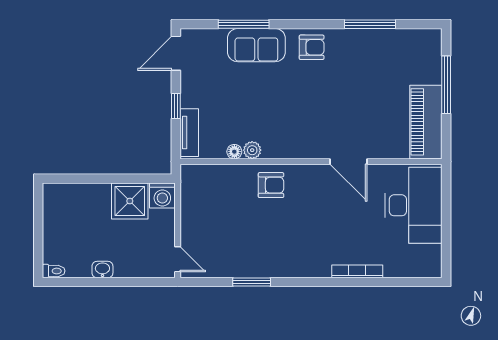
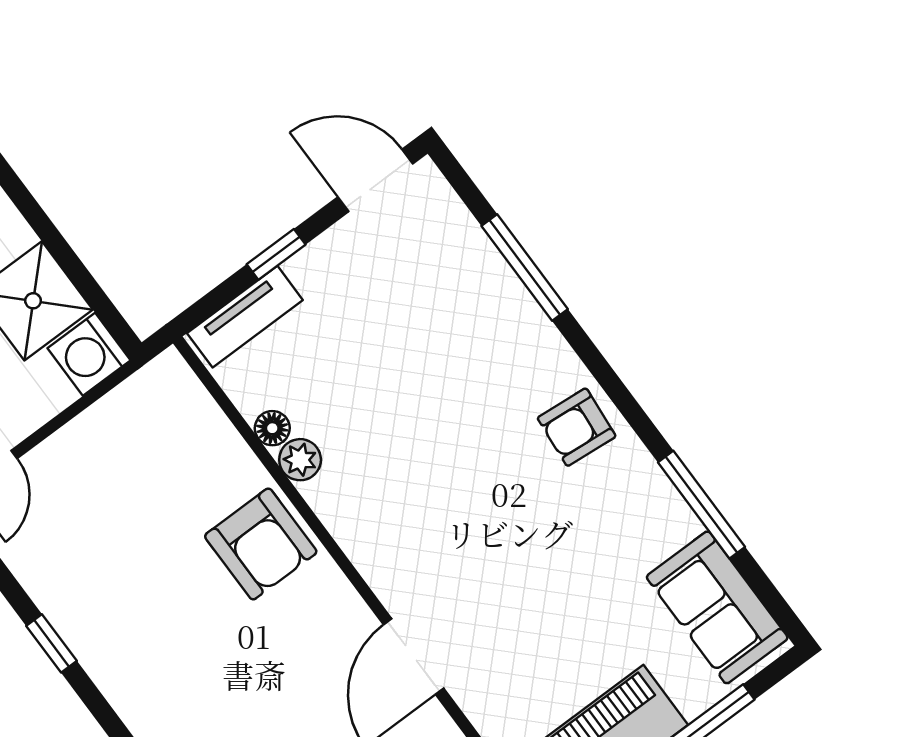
sofa: (256, 45) -> (717, 607), moved
armchair: (312, 47) -> (577, 427), turned 95
armchair: (271, 185) -> (261, 544), width x1.38, depth x1.38
window: (252, 282) -> (51, 643), width x0.67

